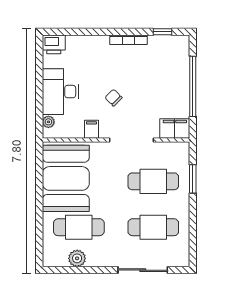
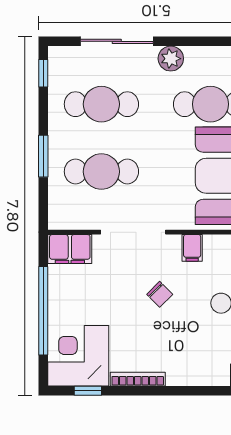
corner desk: (169, 56) -> (78, 356), added
window: (193, 179) -> (43, 156), moved
window: (193, 248) -> (43, 73), added
plant: (77, 258) -> (171, 59), moved

